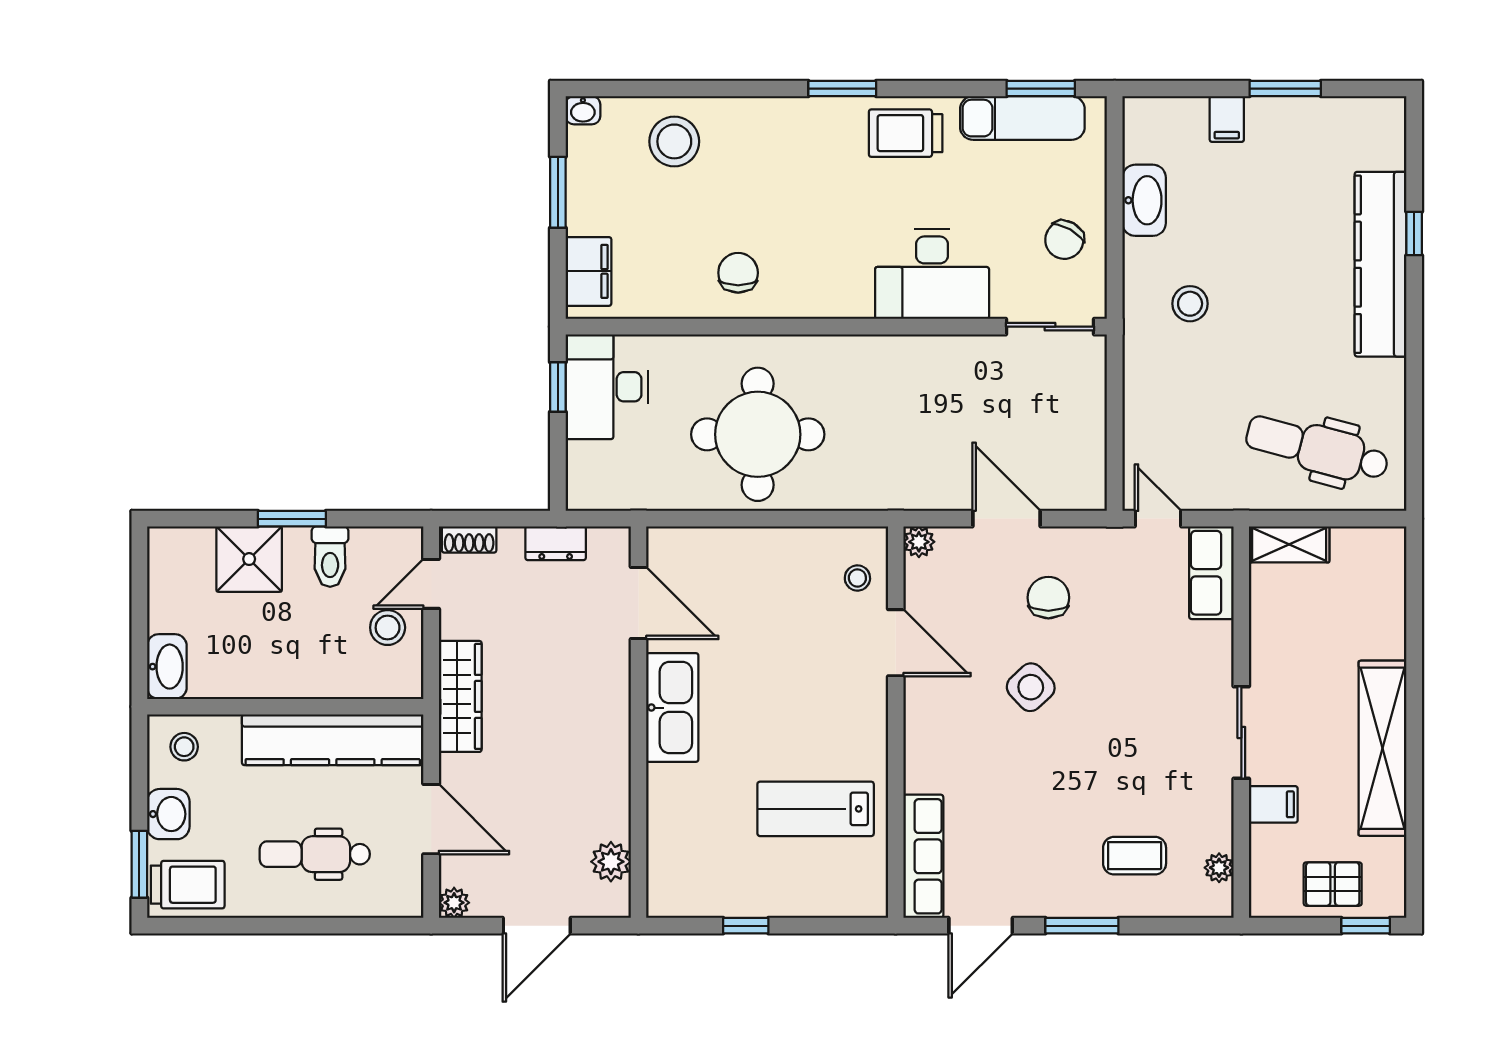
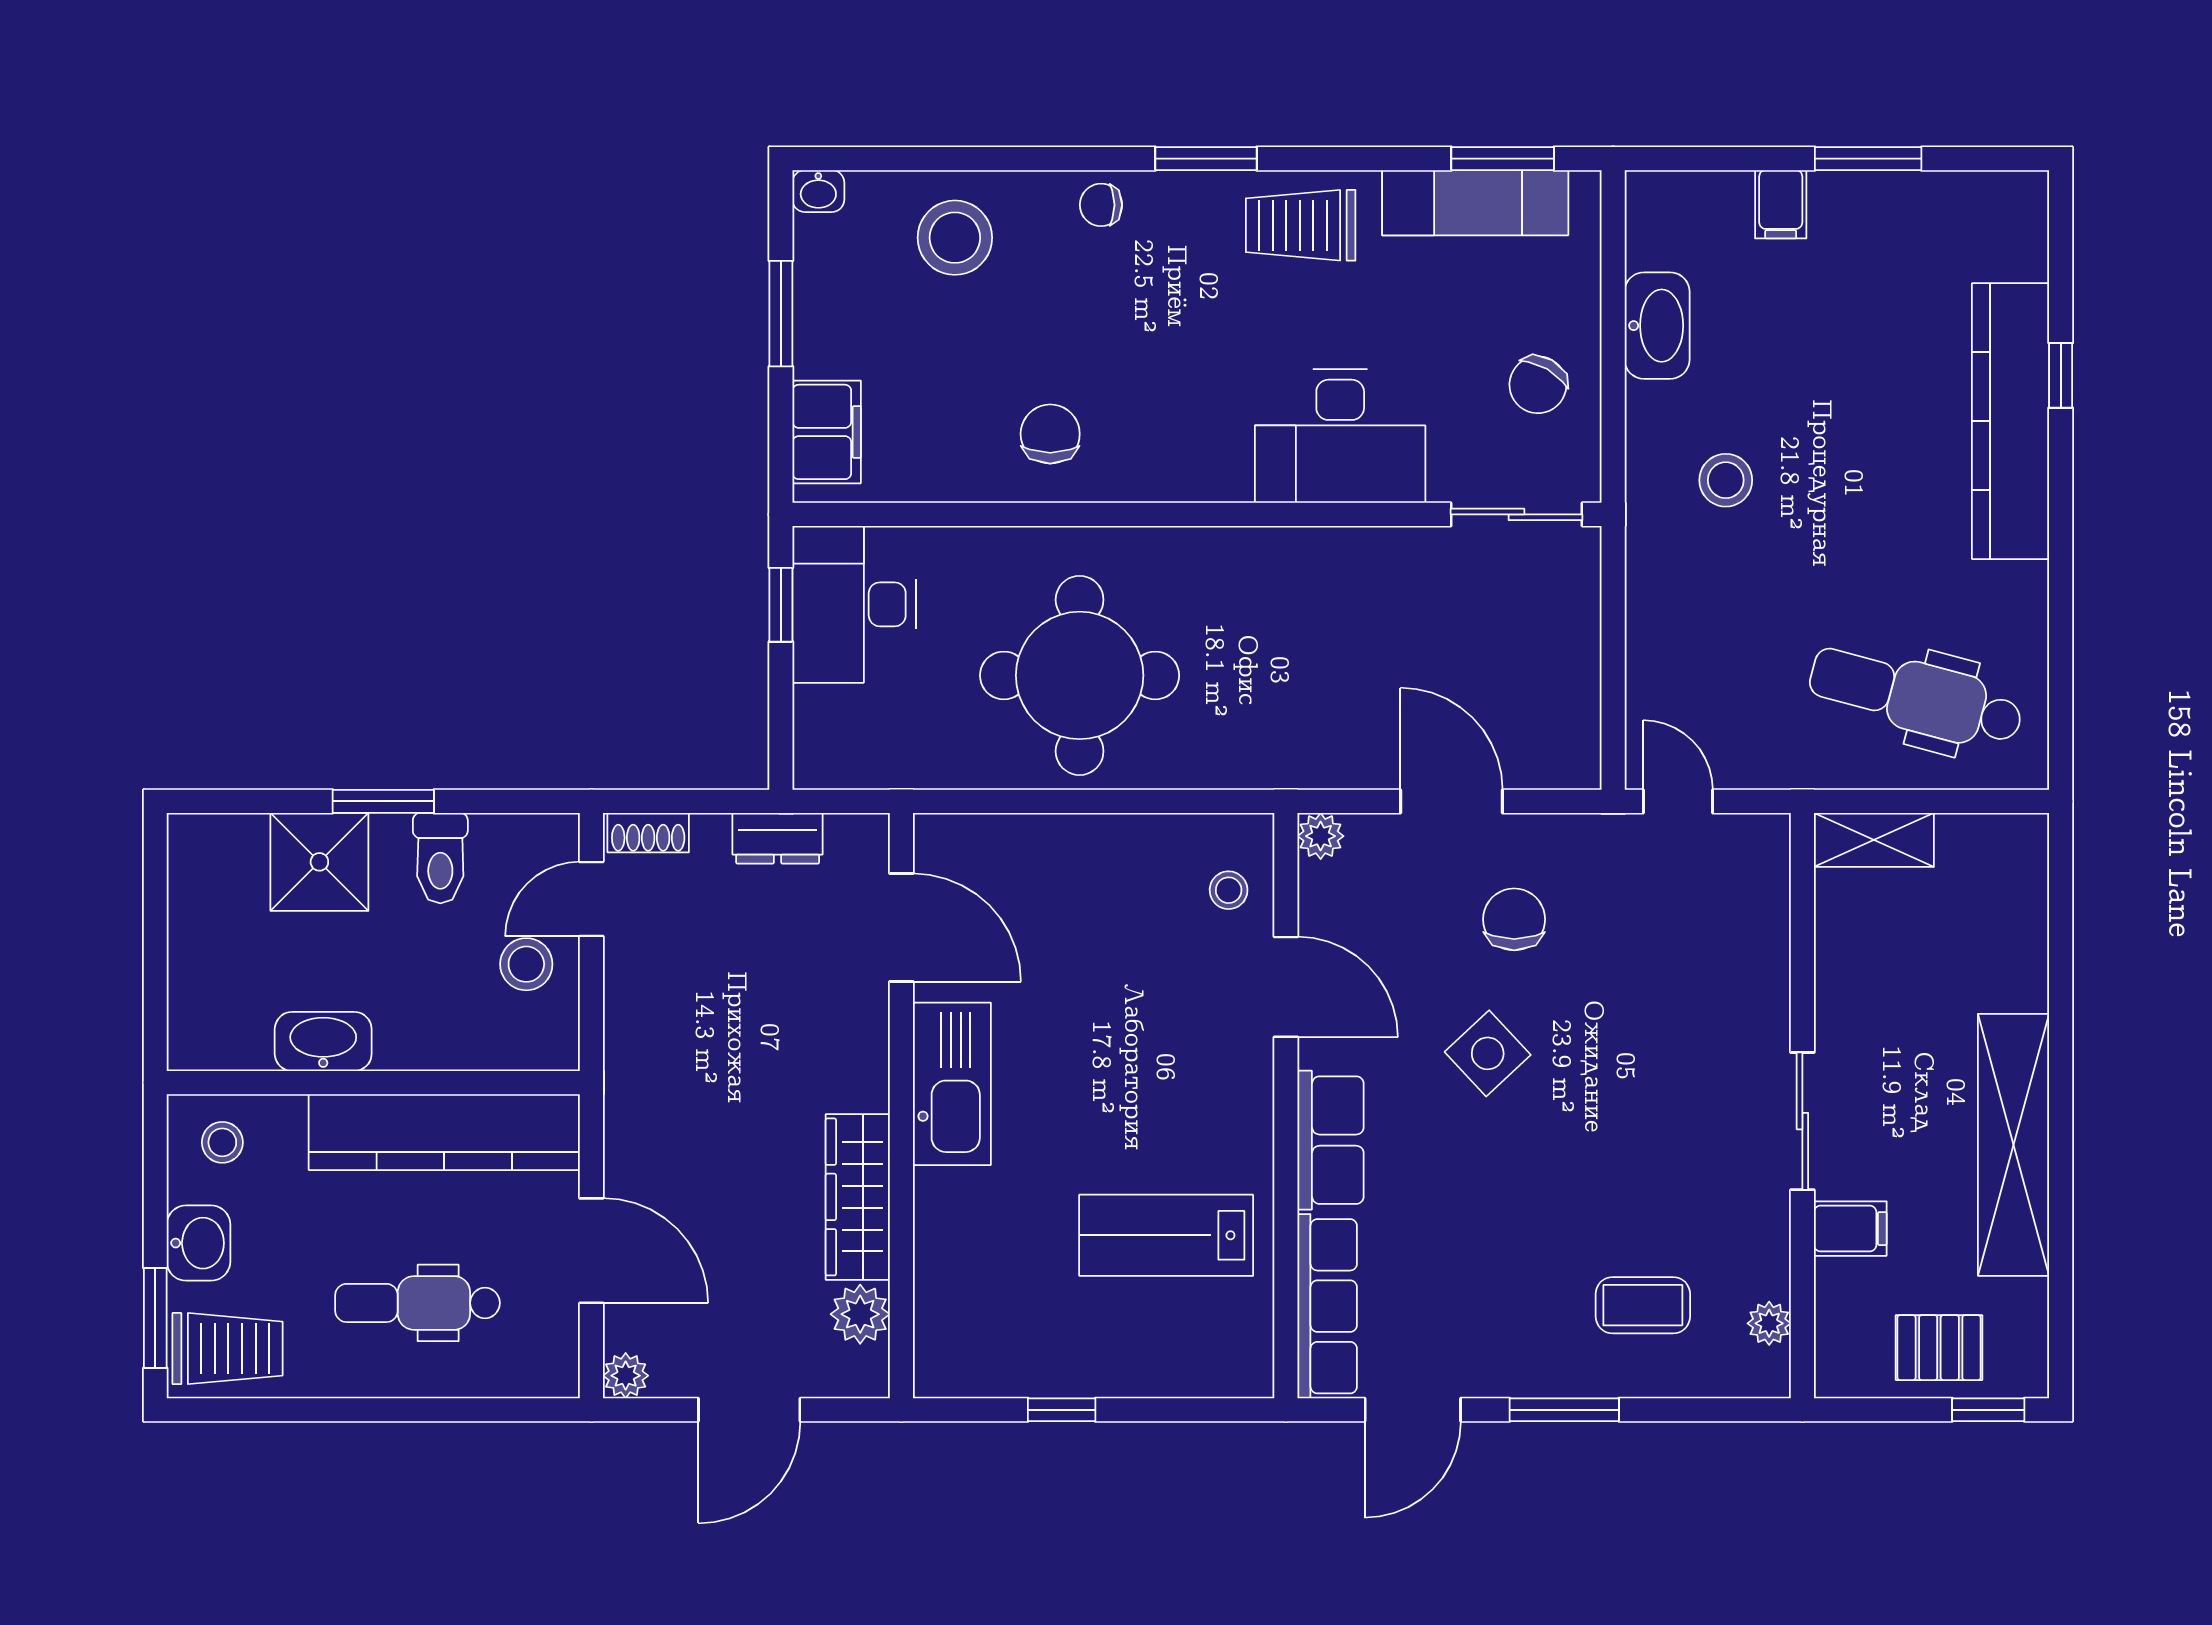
chair: (772, 120) -> (1101, 205), added
row of seats: (1211, 573) -> (1331, 1140), moved, turned 180
washbasin: (167, 667) -> (323, 1041), moved, turned -90
wardrobe: (460, 696) -> (858, 1197), moved, turned 180

